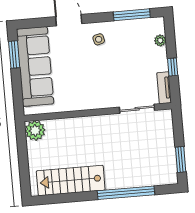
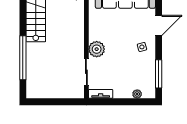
window: (173, 67) -> (116, 102), removed
plant: (107, 98) -> (97, 49), added
window: (181, 159) -> (45, 102), removed

